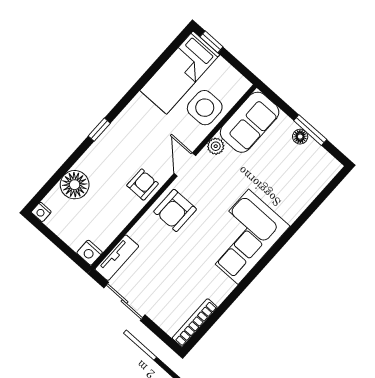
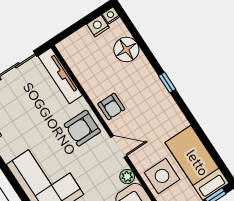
armchair: (175, 210) -> (82, 128), turned -90
nightstand: (90, 253) -> (98, 26), moved
tv unit: (117, 258) -> (60, 76), width x1.41

